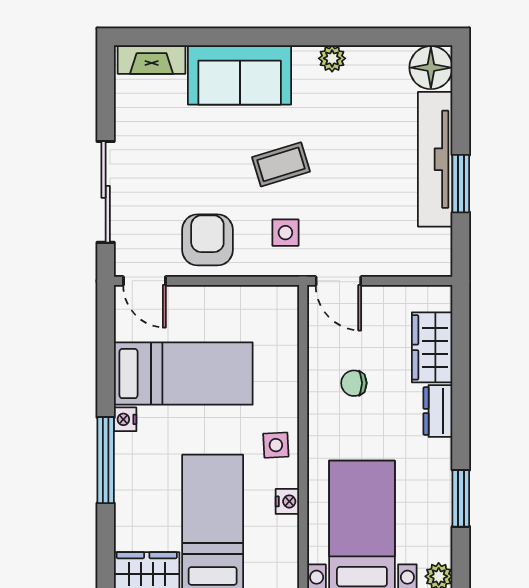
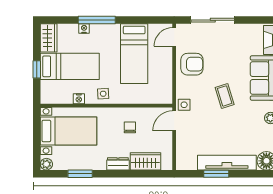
side table: (285, 233) -> (184, 105), moved
nightstand: (125, 419) -> (84, 29), moved

